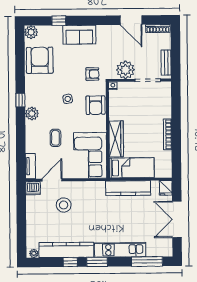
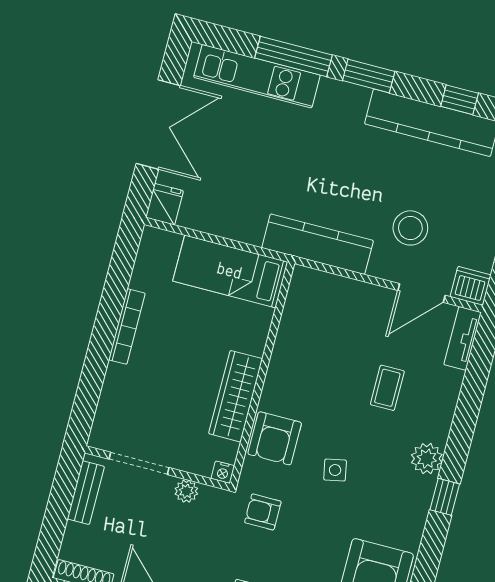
plant: (125, 70) -> (186, 491), width x0.53, depth x0.53
armchair: (96, 105) -> (275, 438), turned 180
wardrobe: (116, 139) -> (236, 396), moved
corner sofa: (90, 155) -> (318, 326), removed
kitchen counter: (128, 188) -> (318, 244), moved
kitchen unit: (120, 250) -> (257, 76), moved
window: (70, 262) -> (460, 100), moved
window: (147, 262) -> (294, 56), moved

